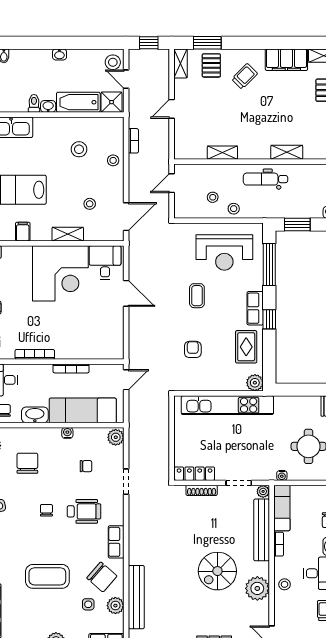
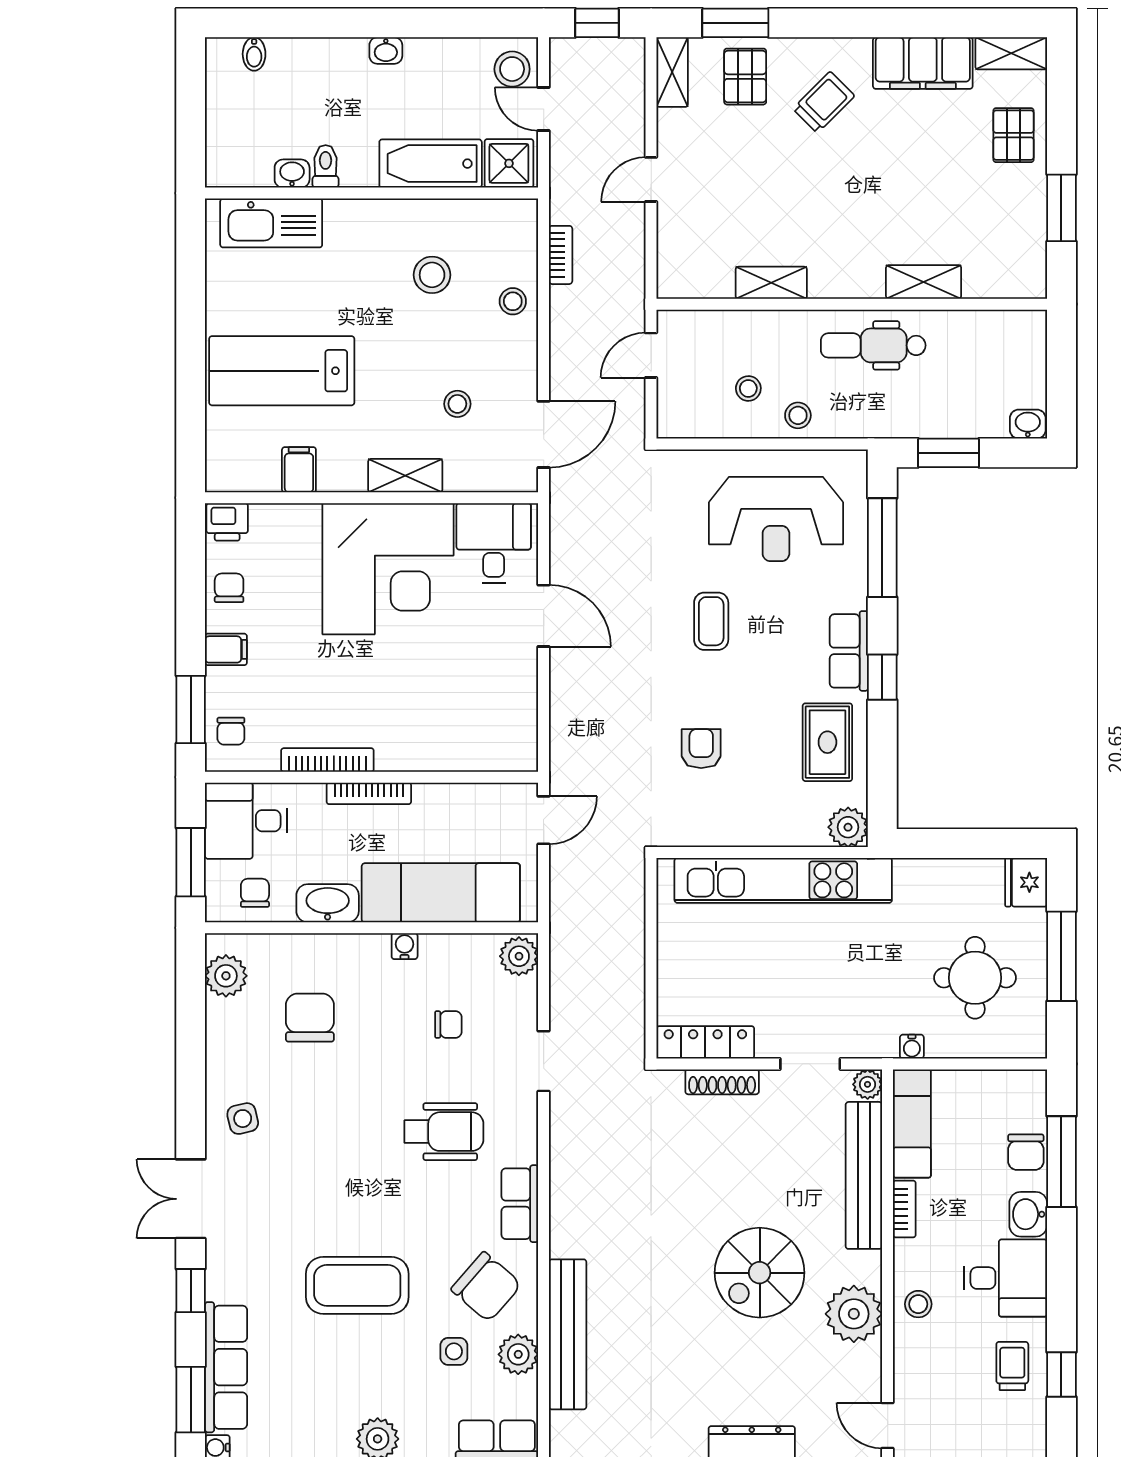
washbasin: (48, 106) -> (292, 174), moved
bookcase: (71, 368) -> (369, 793), moved
chair: (46, 510) -> (355, 1129), removed

